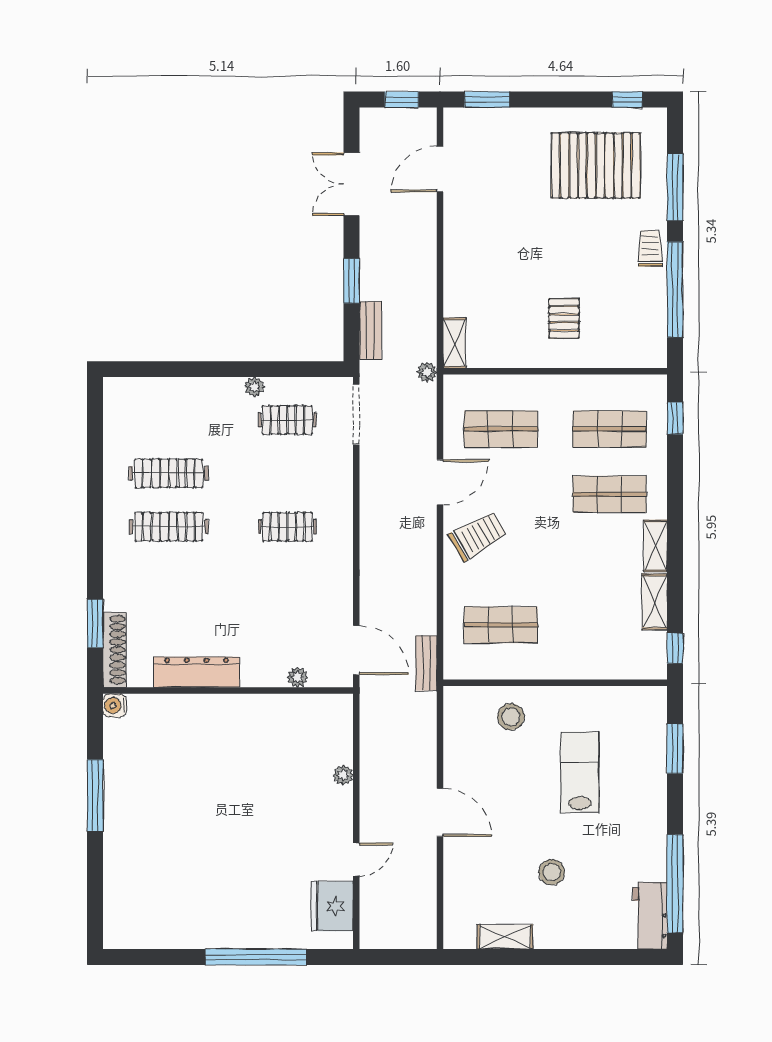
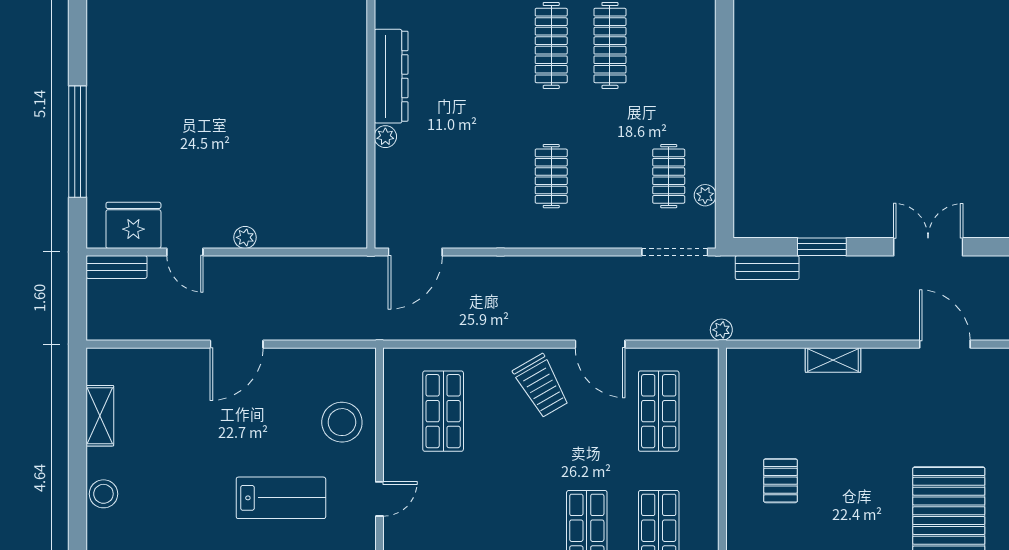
pallet: (564, 318) -> (781, 481), turned 90
shelving: (454, 343) -> (833, 360), moved
plant: (254, 387) -> (705, 195), moved
bench: (426, 663) -> (117, 267), moved
plant: (298, 677) -> (385, 137), moved
door: (581, 683) -> (379, 499), added
stool: (511, 717) -> (342, 422), width x1.38, depth x1.38
plant: (343, 775) -> (245, 237), moved
stool: (552, 872) -> (103, 494), moved

